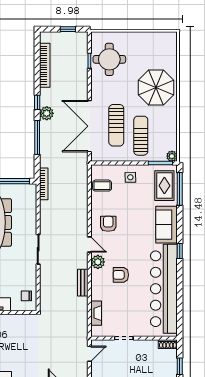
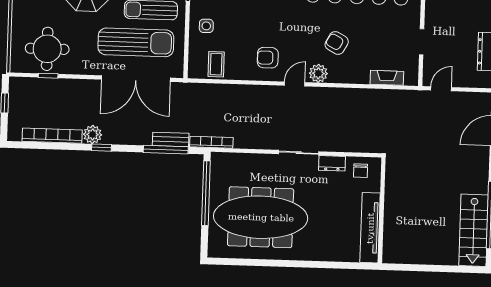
plant: (47, 113) -> (93, 134), moved
sun lounger: (116, 125) -> (136, 42), width x1.36, depth x1.34
window: (37, 137) -> (166, 150), moved
dresser: (31, 274) -> (332, 163), added
armchair: (121, 275) -> (337, 43), turned 119
bench: (83, 283) -> (171, 139), moved
door: (89, 354) -> (441, 89), hinge flipped

